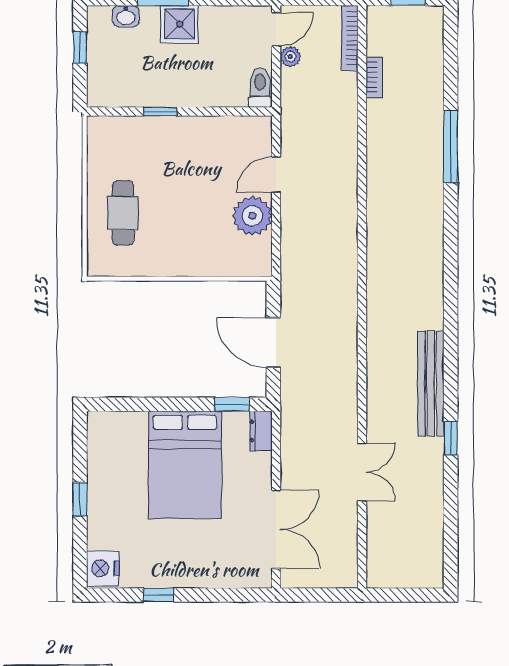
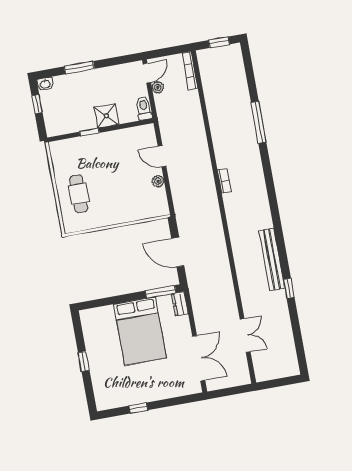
washbasin: (126, 16) -> (45, 84), moved
shower: (180, 24) -> (106, 116), moved
bookcase: (374, 77) -> (224, 181), moved
door: (276, 175) -> (162, 156), hinge flipped
plant: (252, 216) -> (158, 181), width x0.53, depth x0.53
window: (232, 404) -> (161, 292), width x1.50
double door: (362, 472) -> (245, 335), moved
nightstand: (103, 568) -> (104, 399), removed

